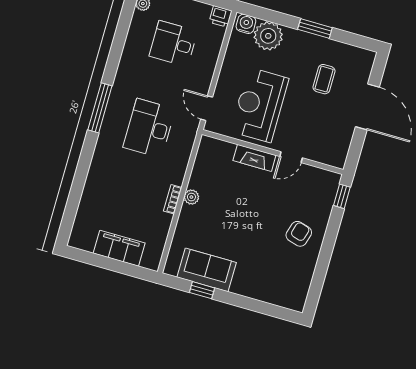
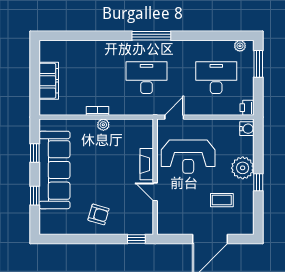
window: (315, 29) -> (258, 182), width x0.67
plant: (268, 36) -> (243, 168), moved
desk: (173, 44) -> (216, 78), width x1.37
reception desk: (260, 105) -> (188, 157), turned 180
sofa: (207, 270) -> (54, 170), width x1.85, depth x1.27
window: (254, 305) -> (35, 196), added

